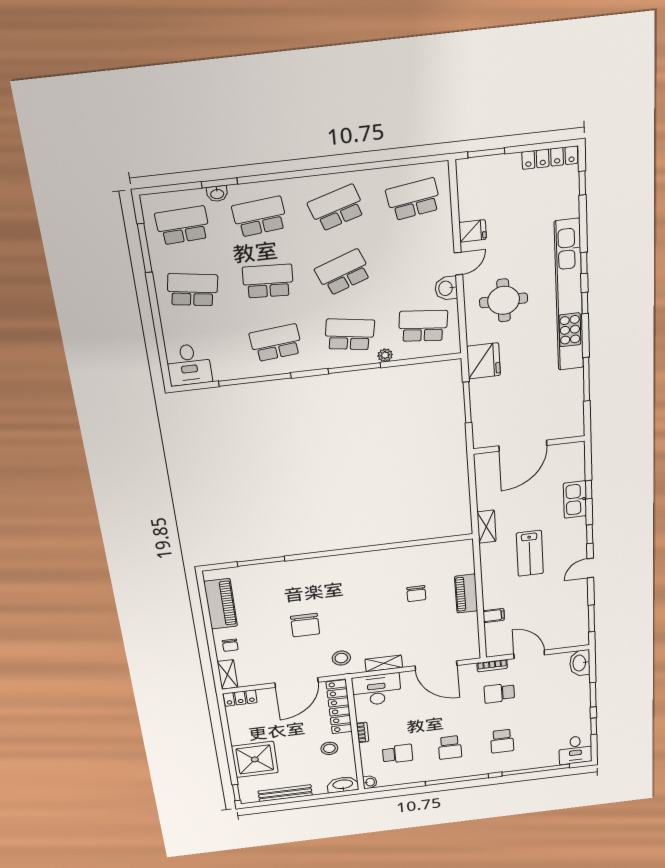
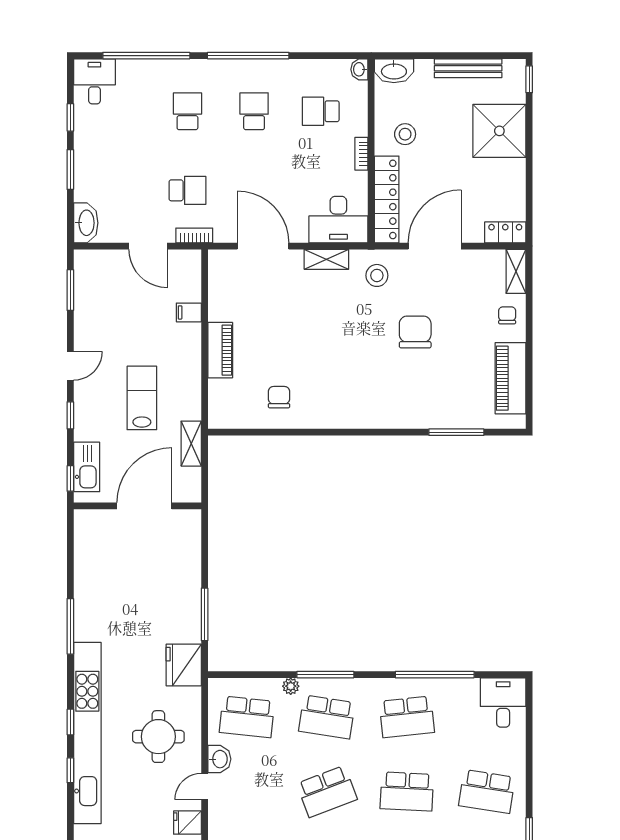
wall: (529, 445) -> (137, 506), moved
door: (523, 446) -> (144, 506), moved
chair: (416, 594) -> (279, 397), moved

